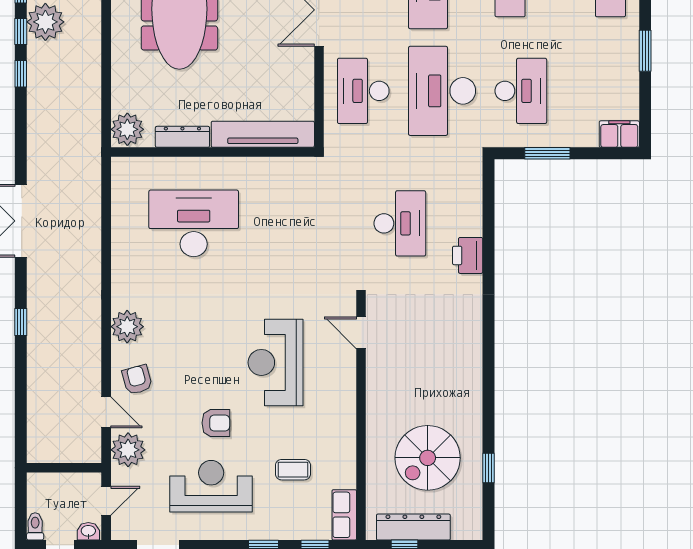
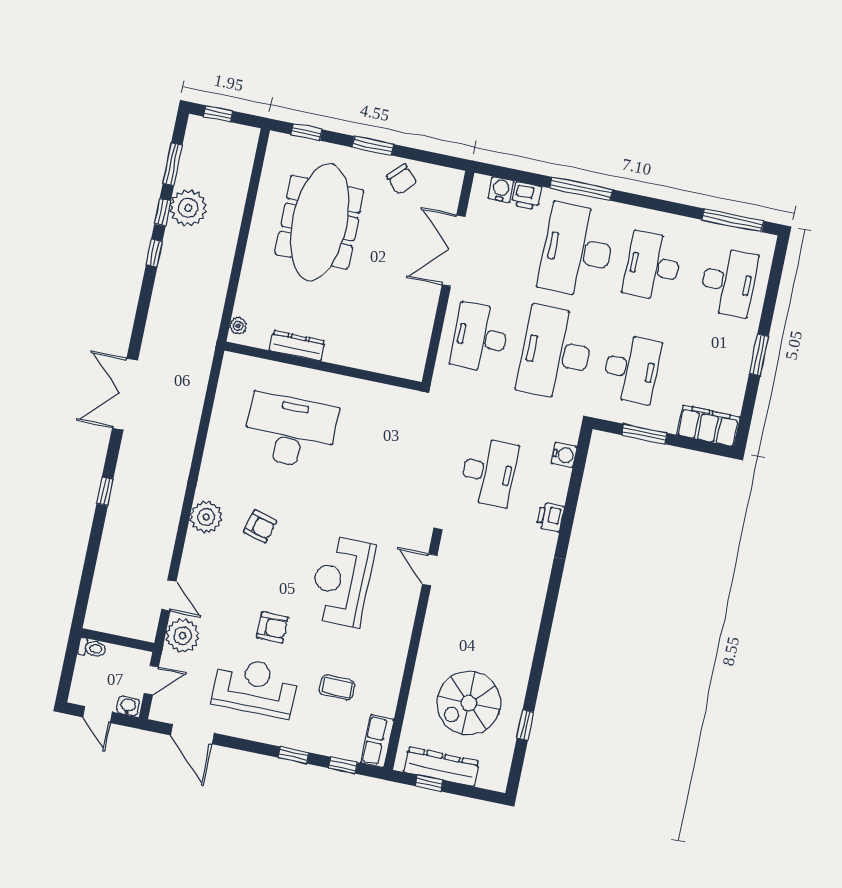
plant: (127, 129) -> (238, 326), width x0.53, depth x0.53
tv unit: (263, 134) -> (375, 359), removed
filing cabinet: (619, 134) -> (708, 426), width x1.50, depth x1.17
water cooler: (471, 191) -> (564, 455), added
printer: (468, 255) -> (550, 517), width x0.73, depth x0.81
armchair: (137, 380) -> (260, 526), moved, turned 120
toilet: (35, 526) -> (92, 648), moved, turned 90

